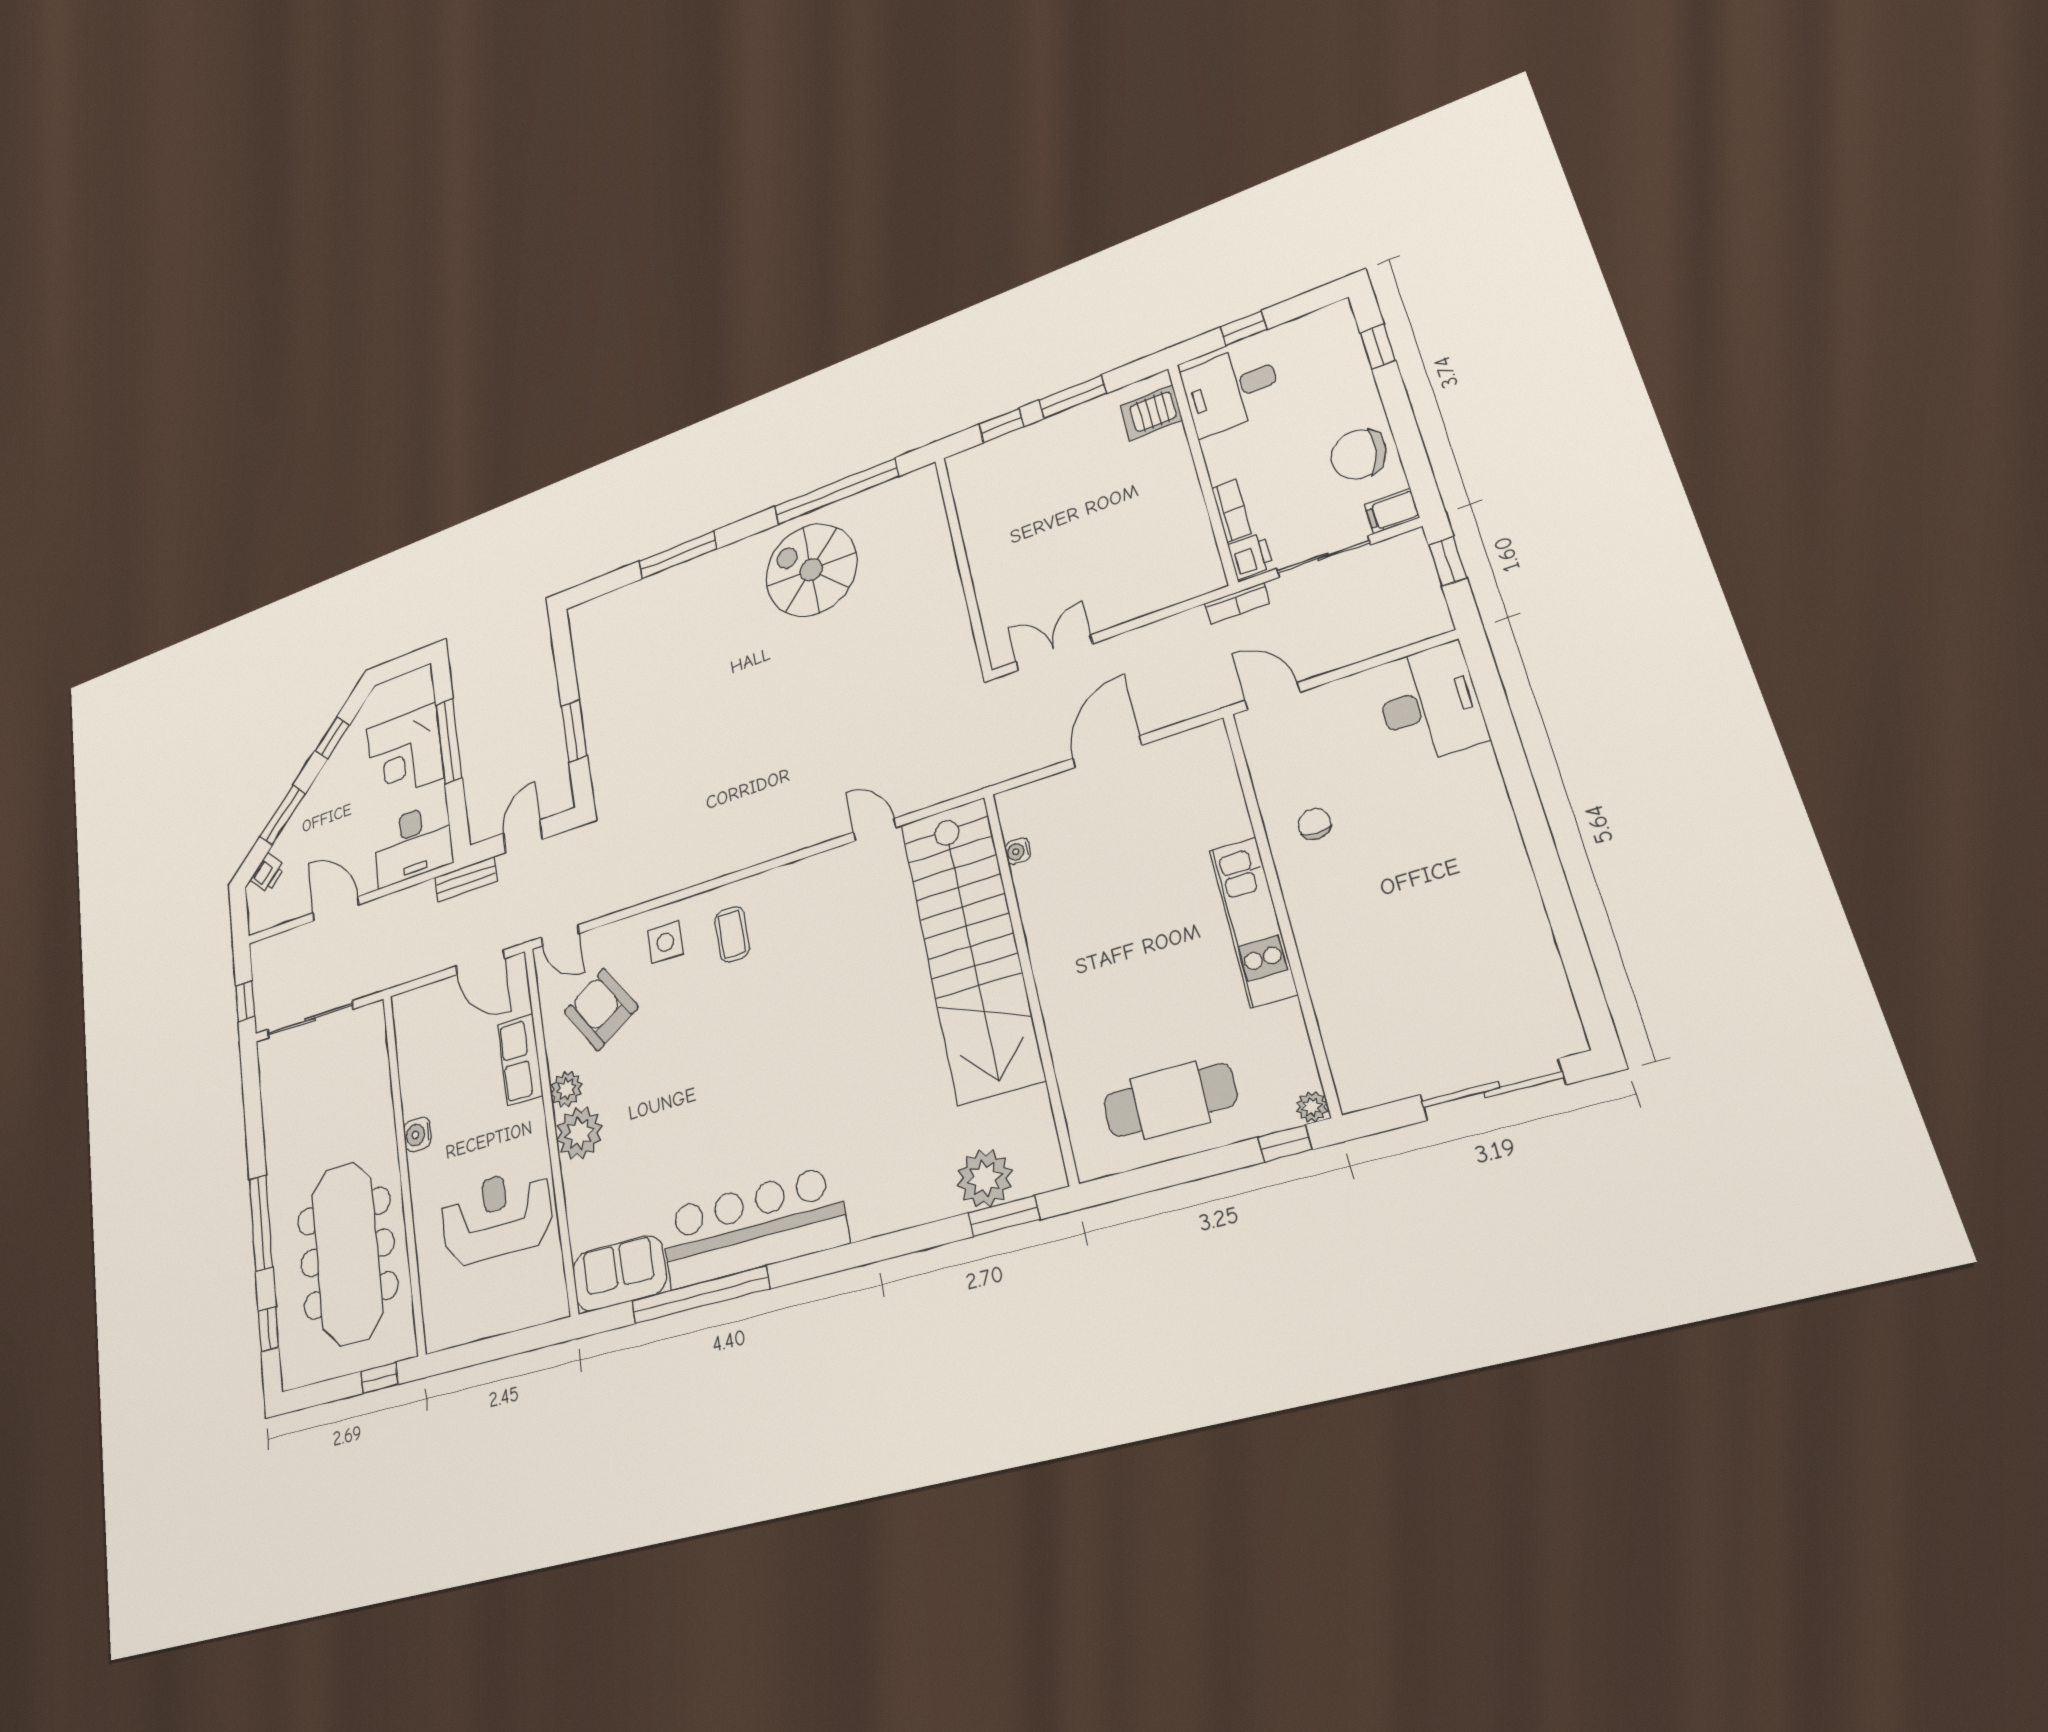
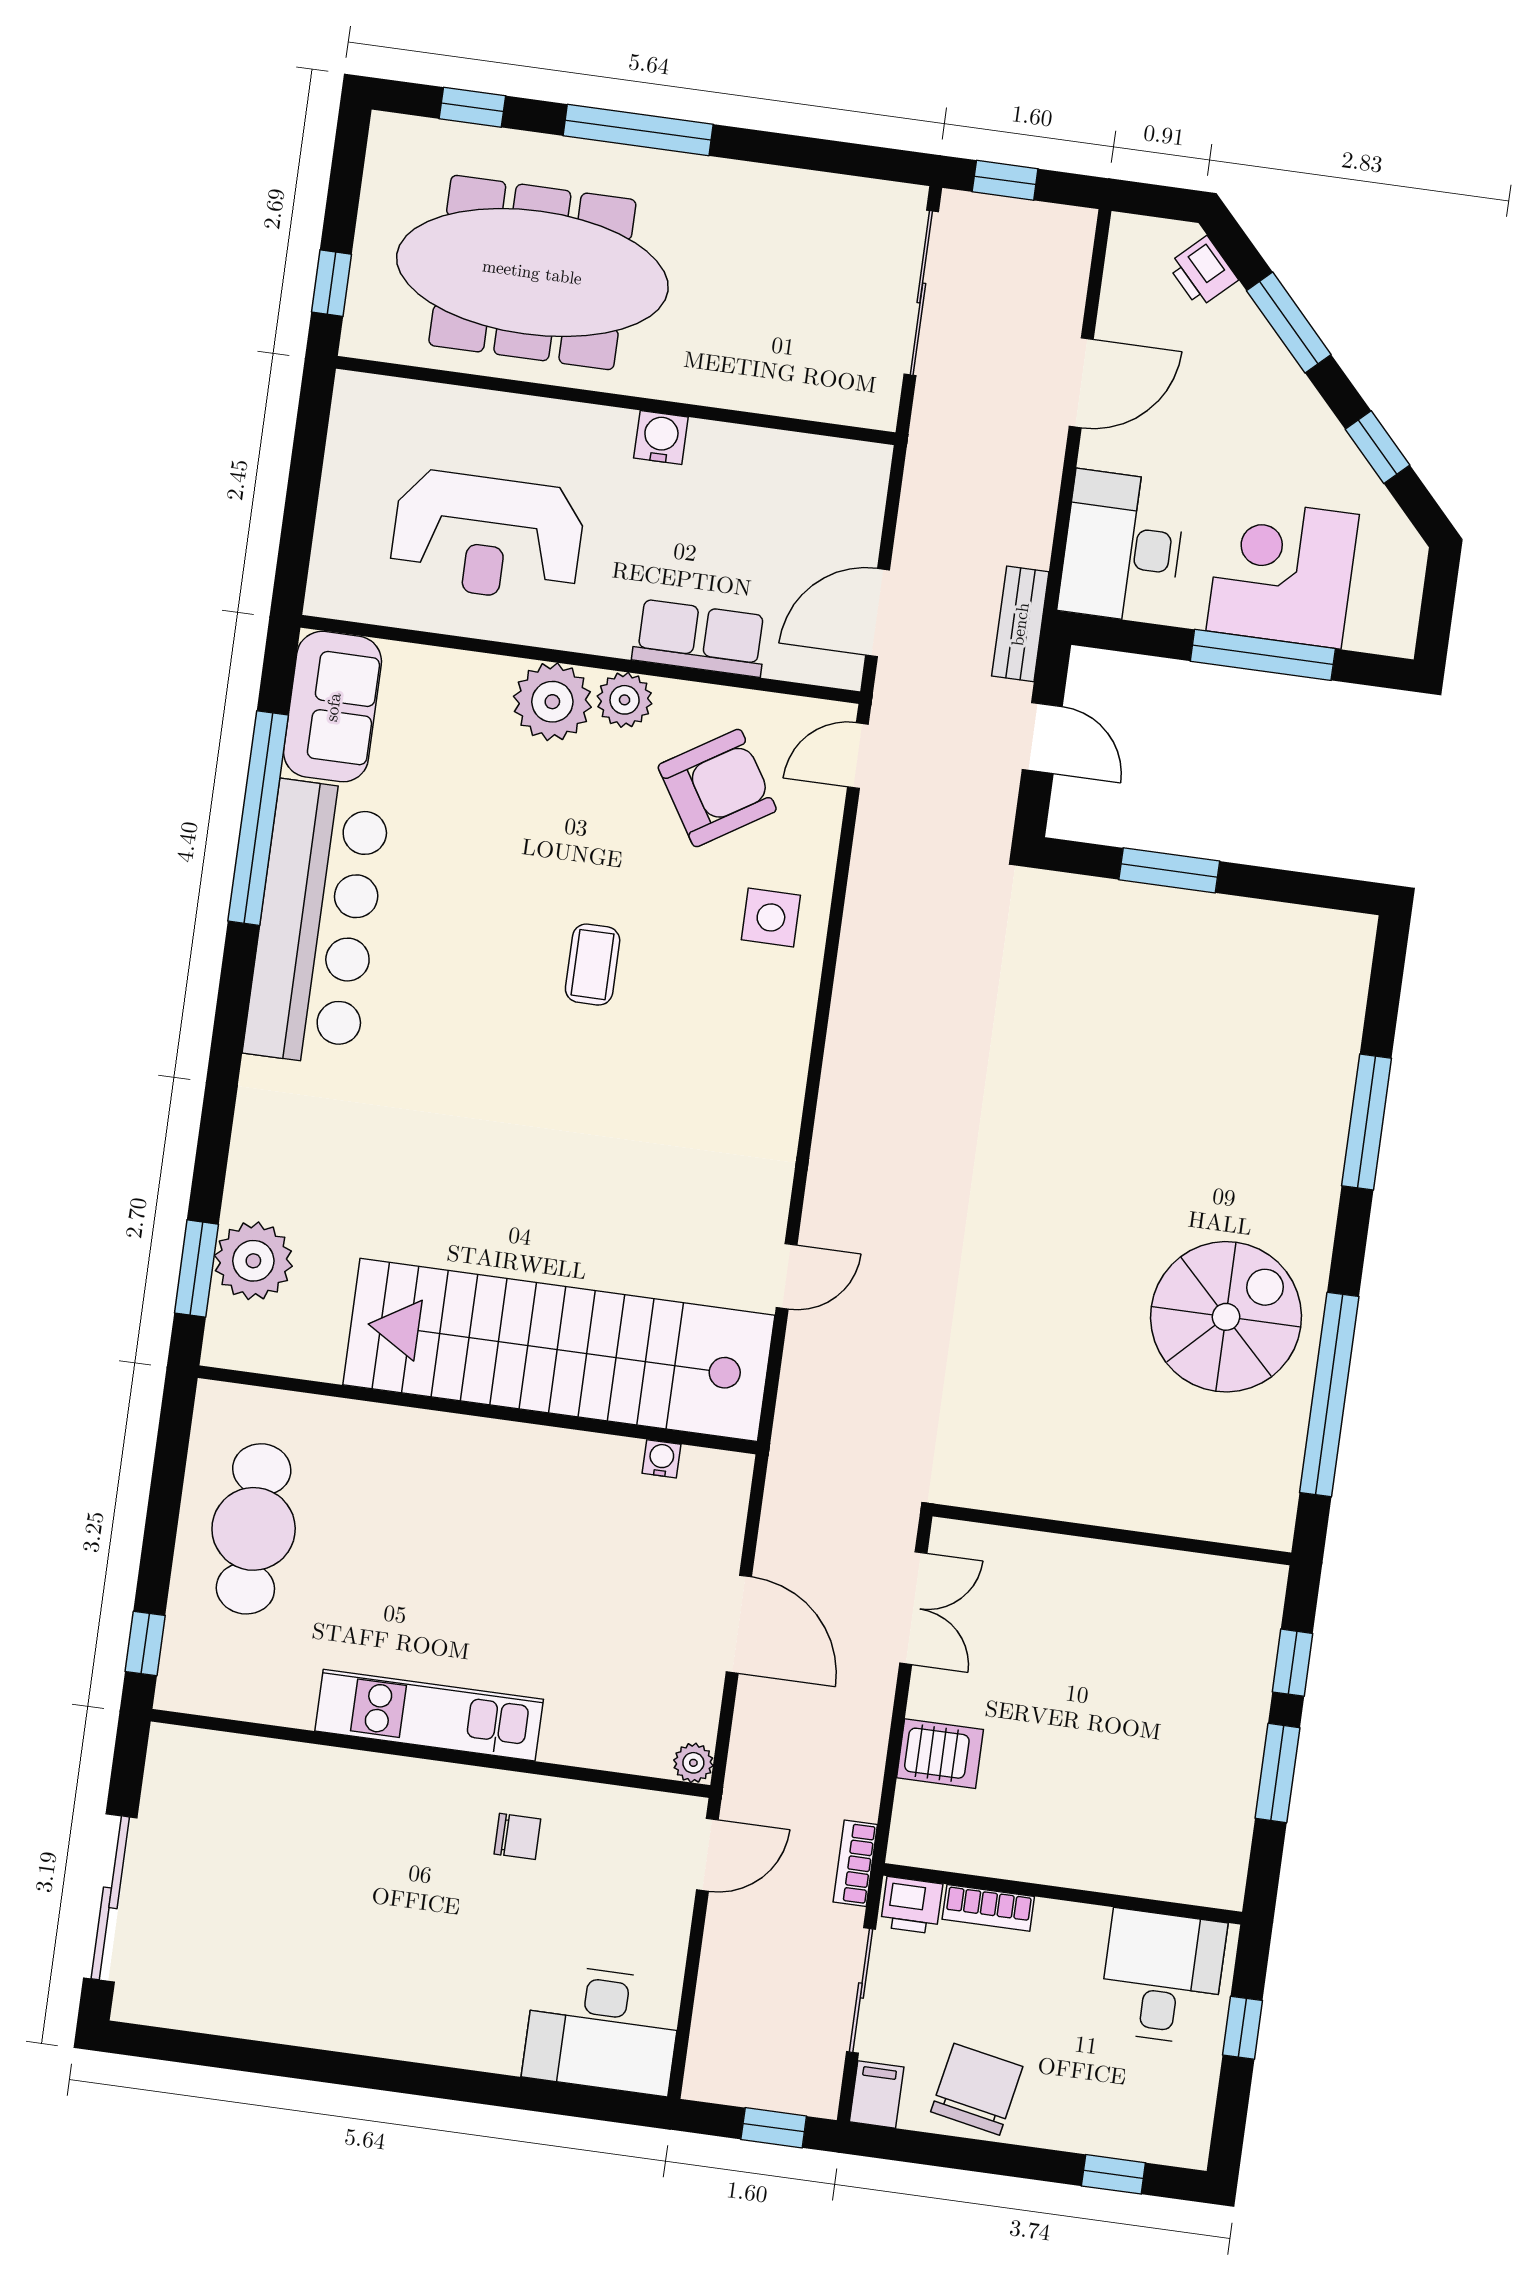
server rack: (1151, 413) -> (940, 1754), moved, turned 90
coffee table: (732, 934) -> (593, 965), moved, turned 90
plant: (1312, 1107) -> (693, 1763), moved
reception desk: (496, 1216) -> (487, 536), turned 90

